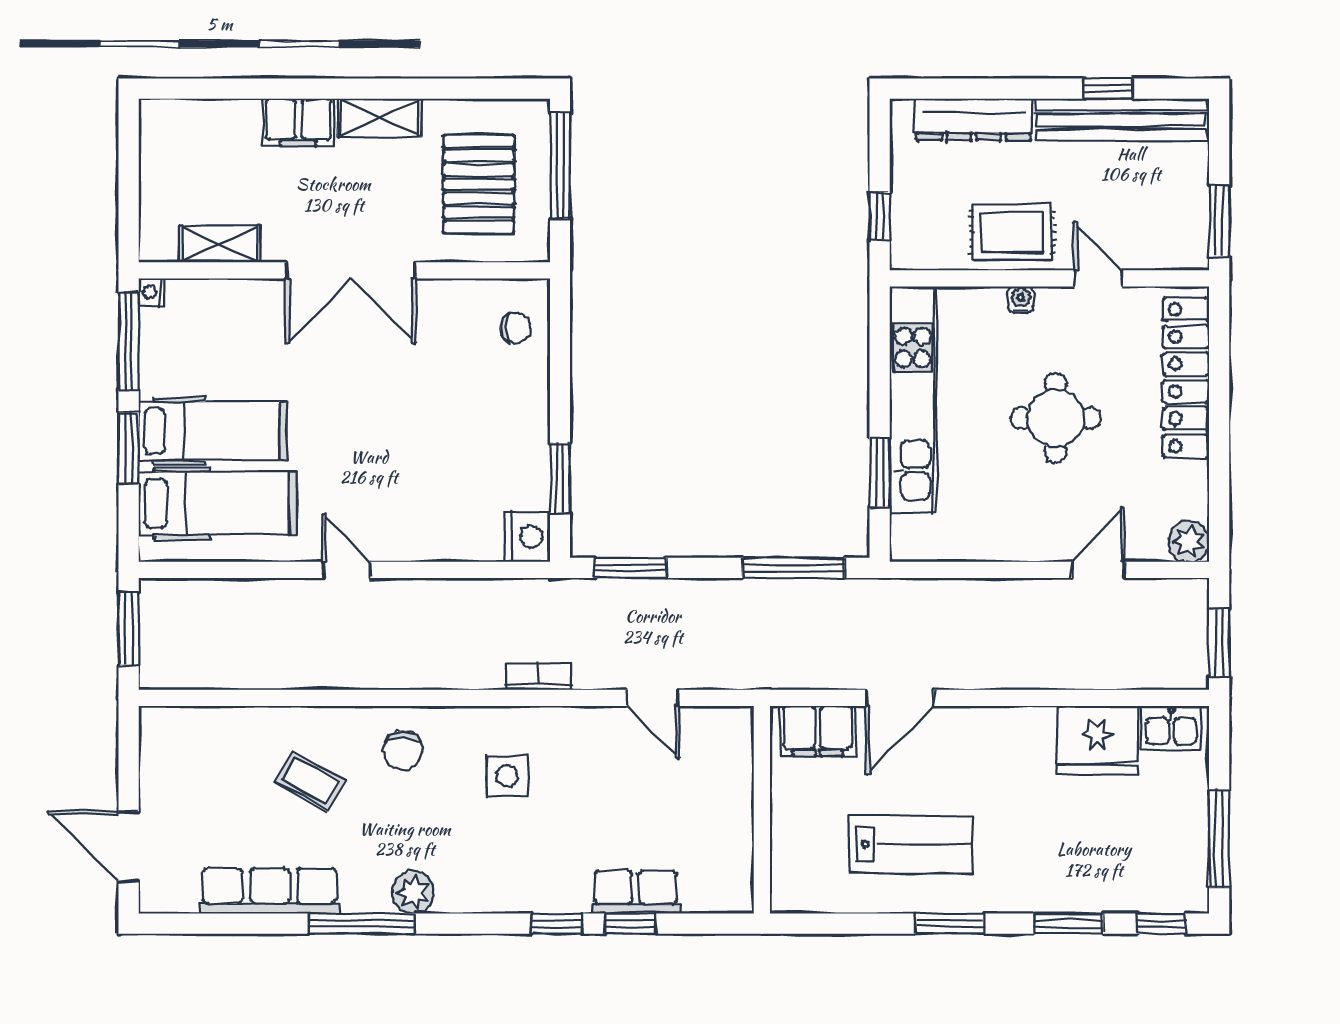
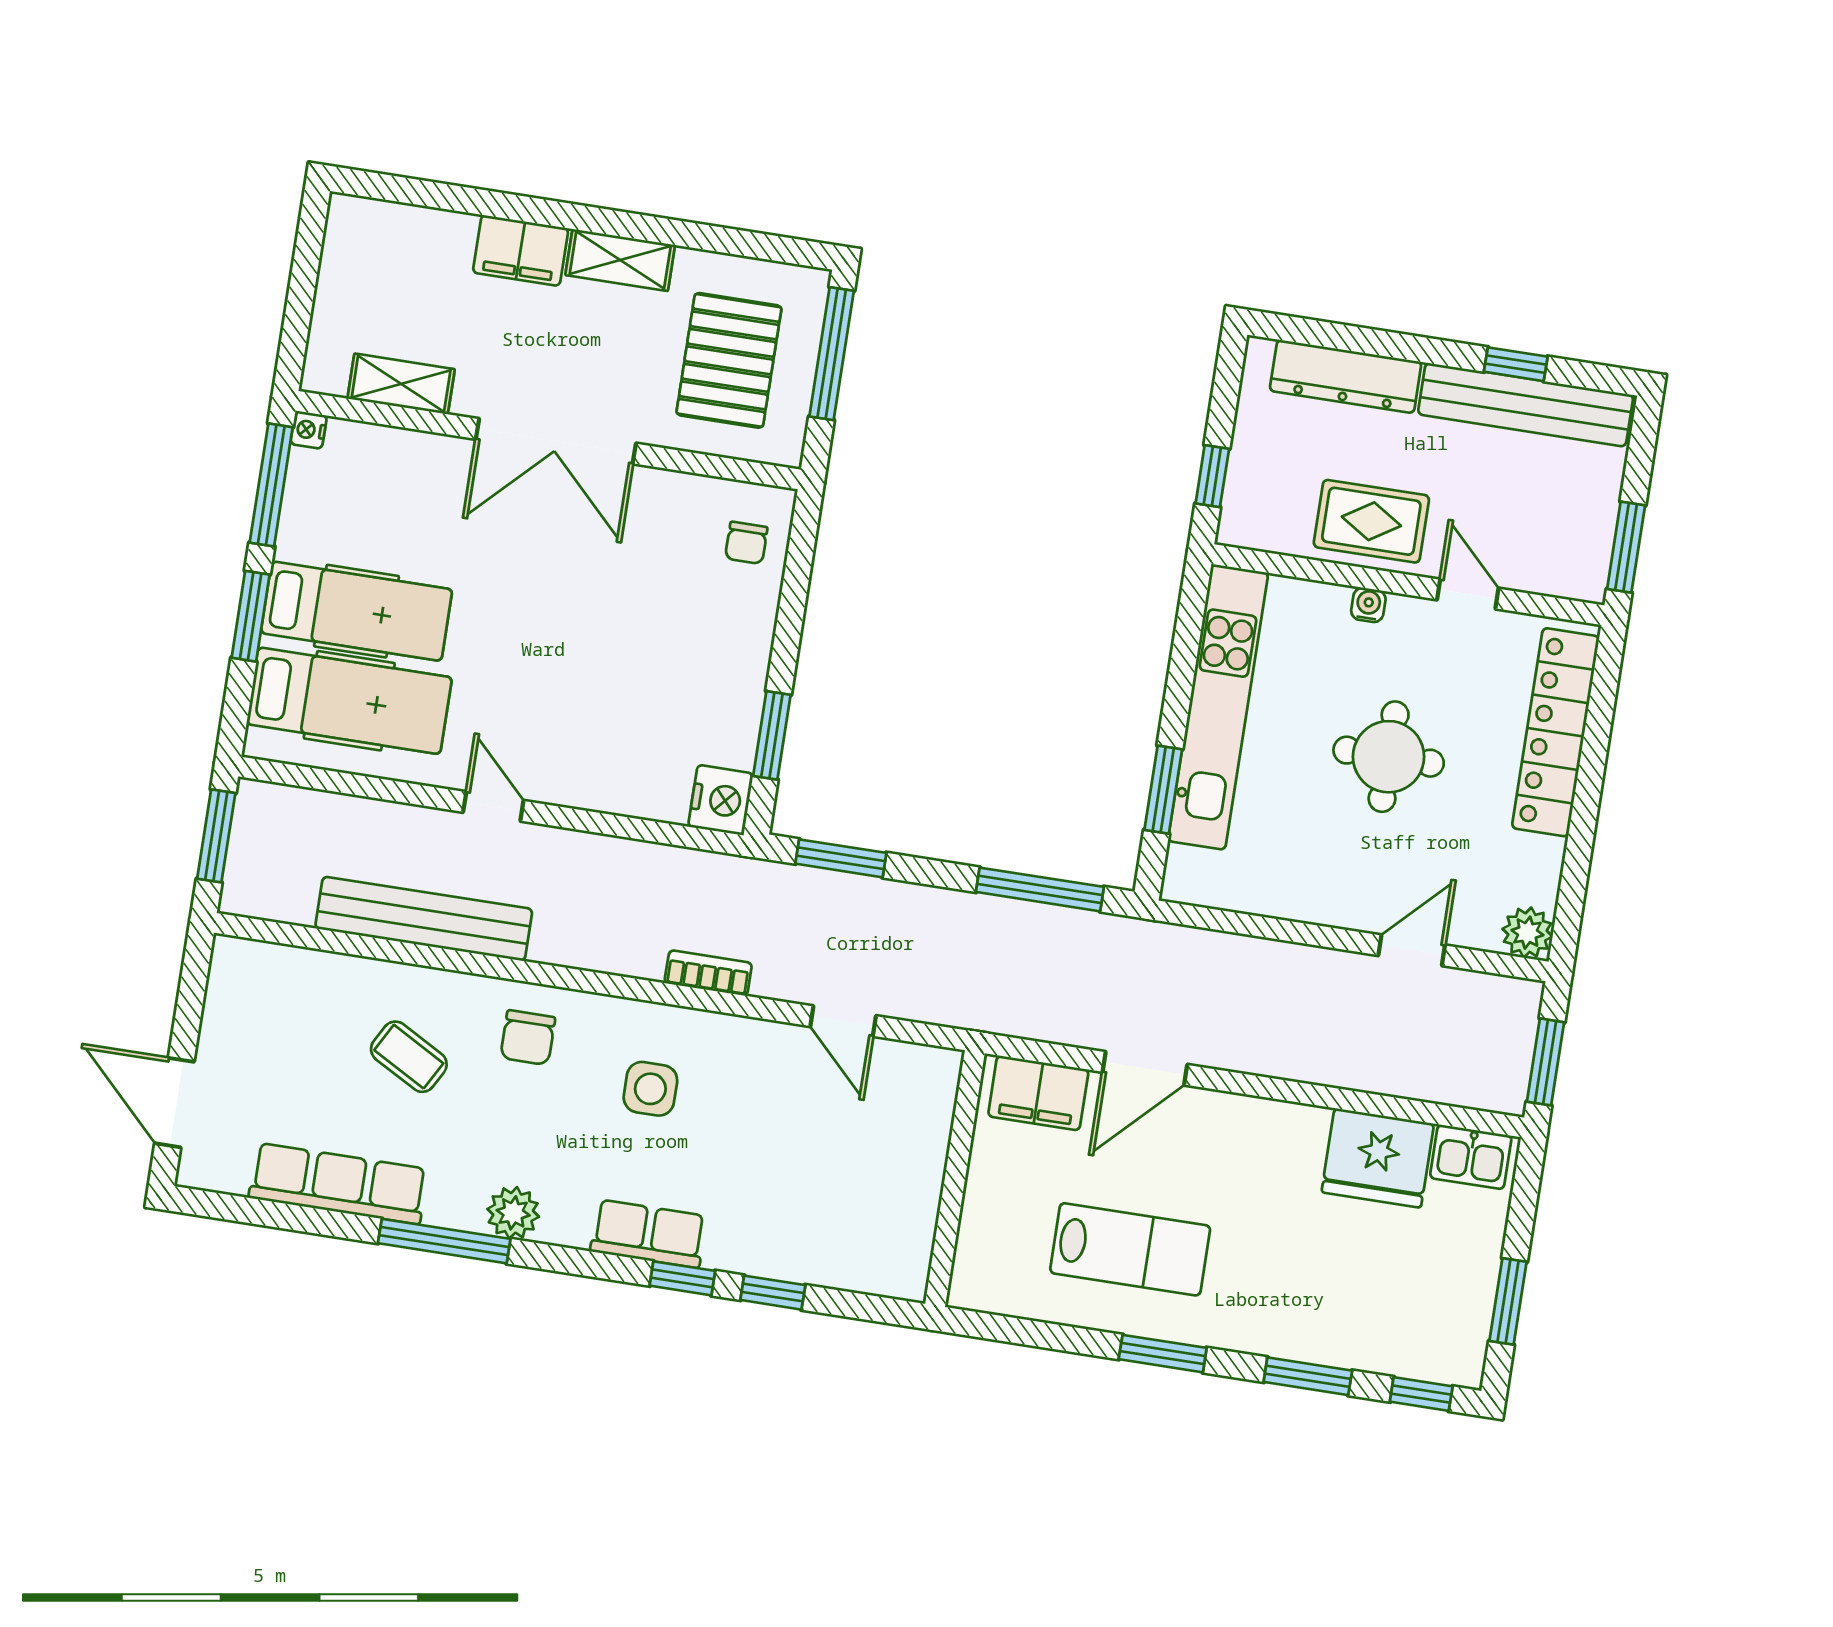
chair: (516, 328) -> (746, 543), turned 90
bench: (305, 668) -> (424, 919), added
window: (1219, 839) -> (1508, 1301), width x0.69
row of seats: (636, 892) -> (648, 1234), moved

